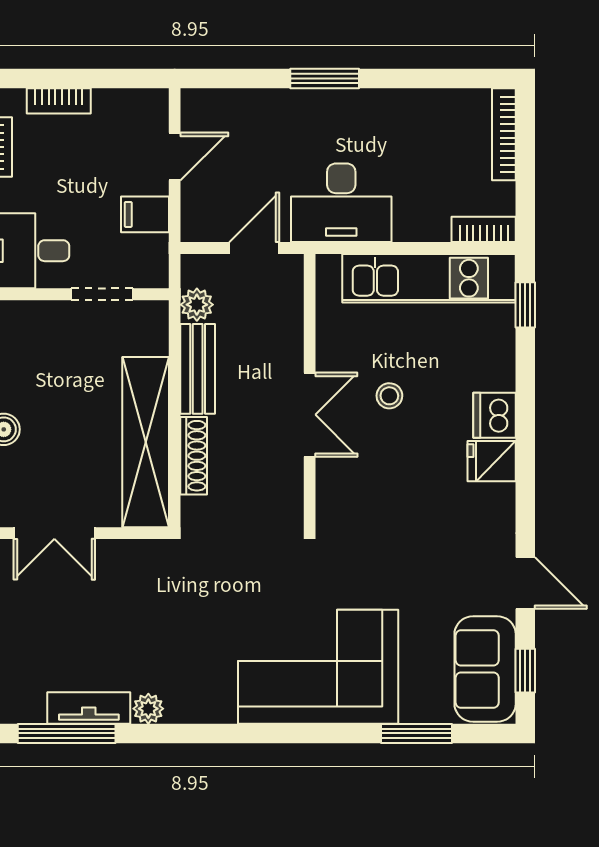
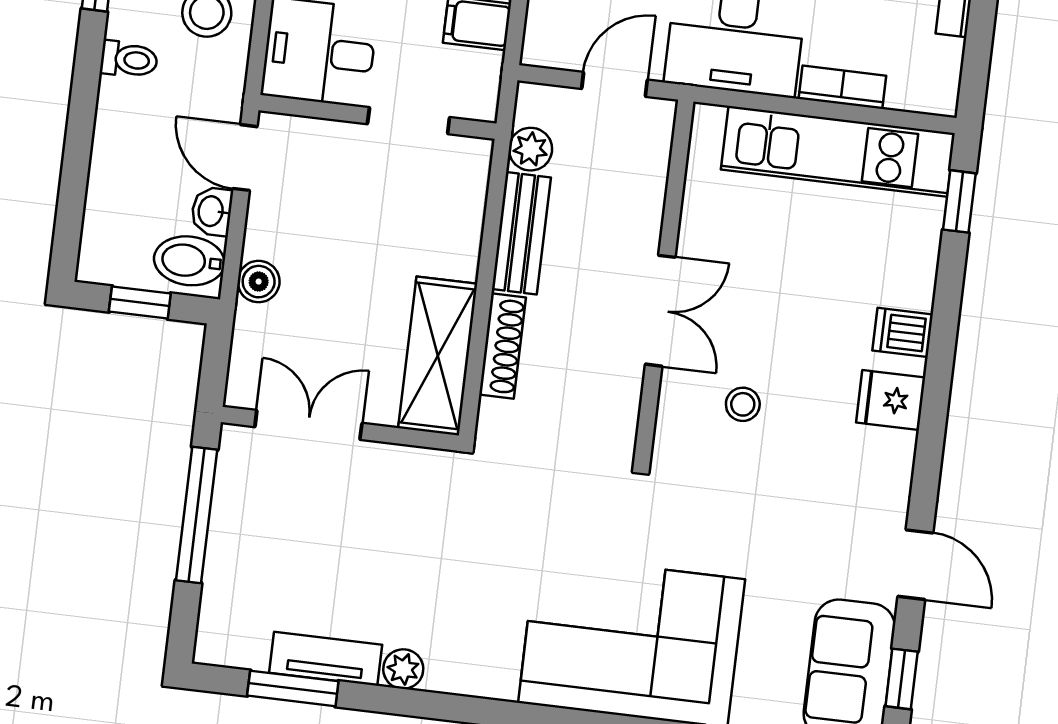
bookcase: (484, 229) -> (842, 87), moved
stool: (389, 396) -> (743, 404), moved
dishwasher: (494, 415) -> (903, 332), width x0.73
shelving: (146, 442) -> (438, 356), width x0.68
double door: (54, 533) -> (308, 425), swing flipped
window: (67, 733) -> (293, 688), width x0.69

